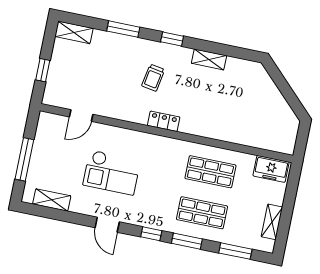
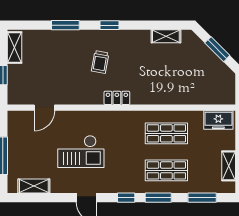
shelving: (74, 32) -> (15, 48), moved, turned 90
shelving: (209, 59) -> (166, 36), moved
window: (286, 90) -> (217, 49), added

